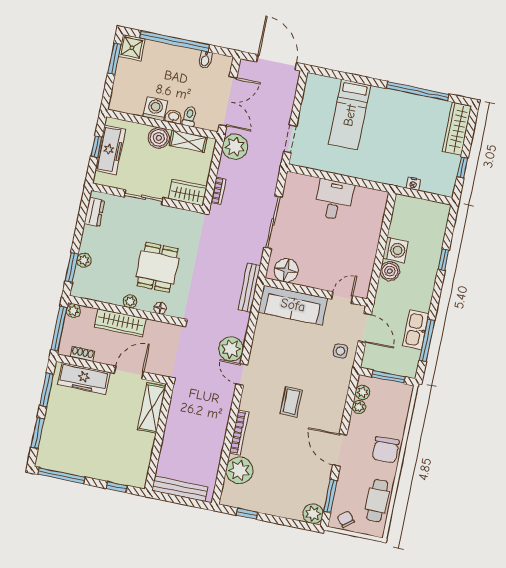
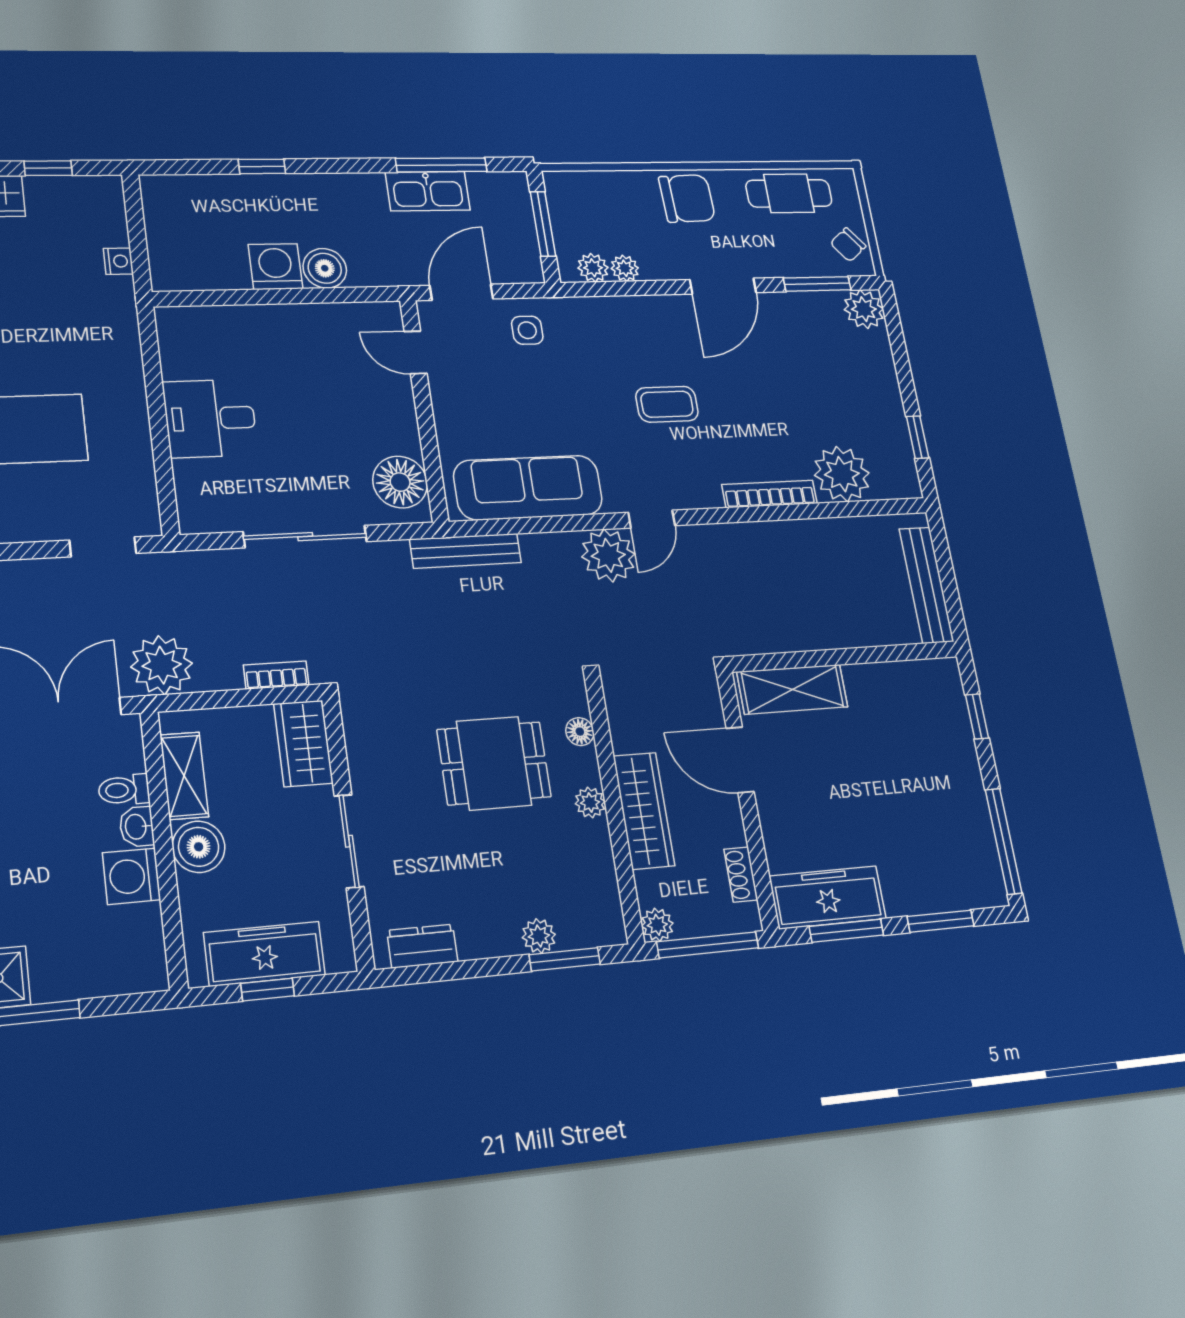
sofa: (293, 305) -> (528, 488), moved, turned -90
freezer: (84, 378) -> (828, 897), moved, turned -90

